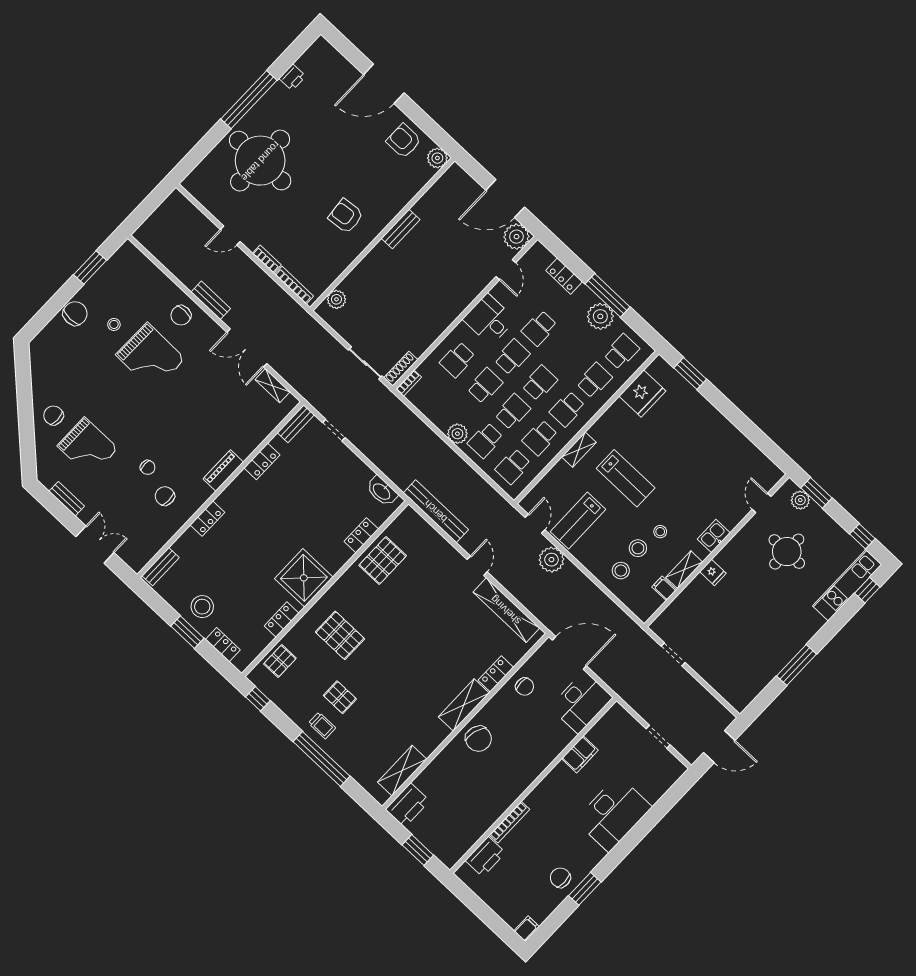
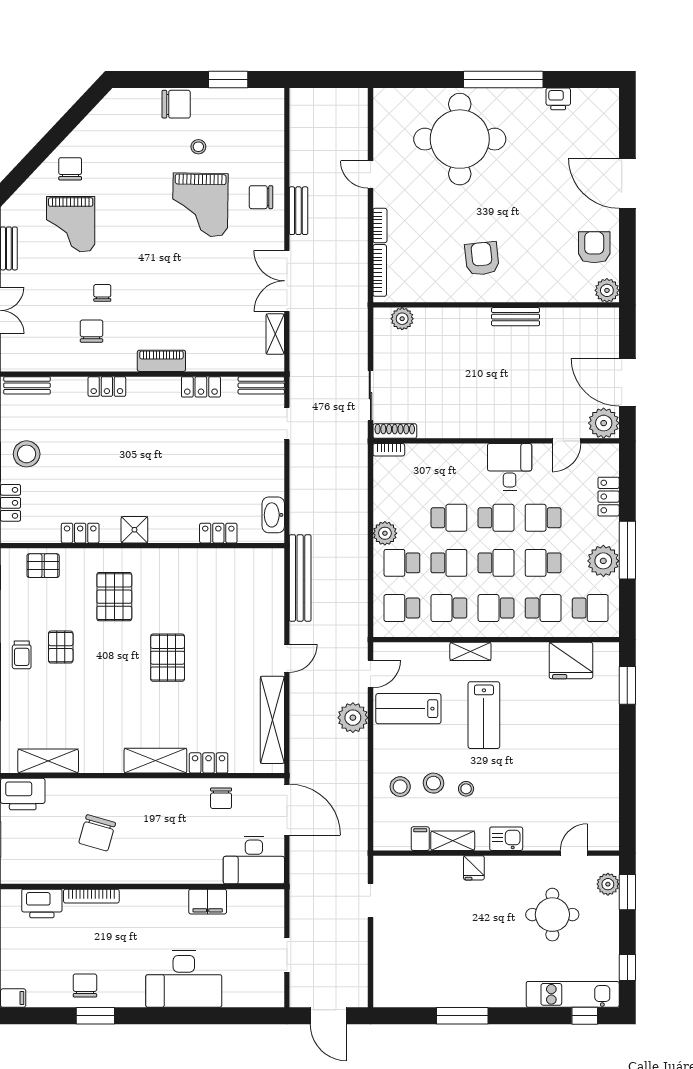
school desk: (457, 360) -> (543, 563), moved
chair: (148, 467) -> (102, 293), turned 180
pallet: (383, 561) -> (168, 658), moved, turned 90
shower: (304, 578) -> (134, 530), width x0.54, depth x0.54
chair: (478, 739) -> (97, 833), moved

